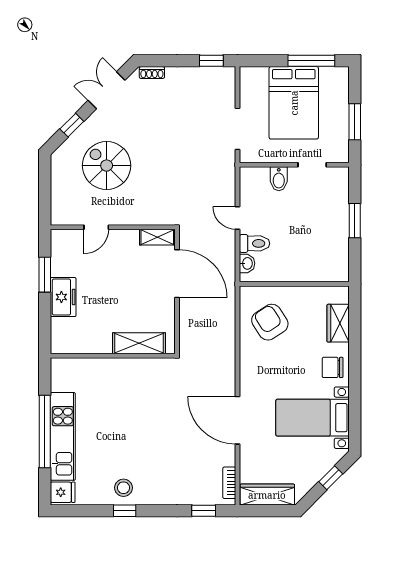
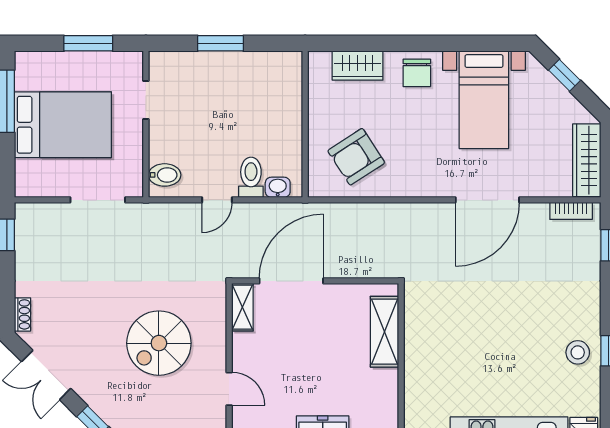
spiral stairs: (107, 166) -> (159, 343), moved
bidet: (279, 179) -> (165, 175), moved

